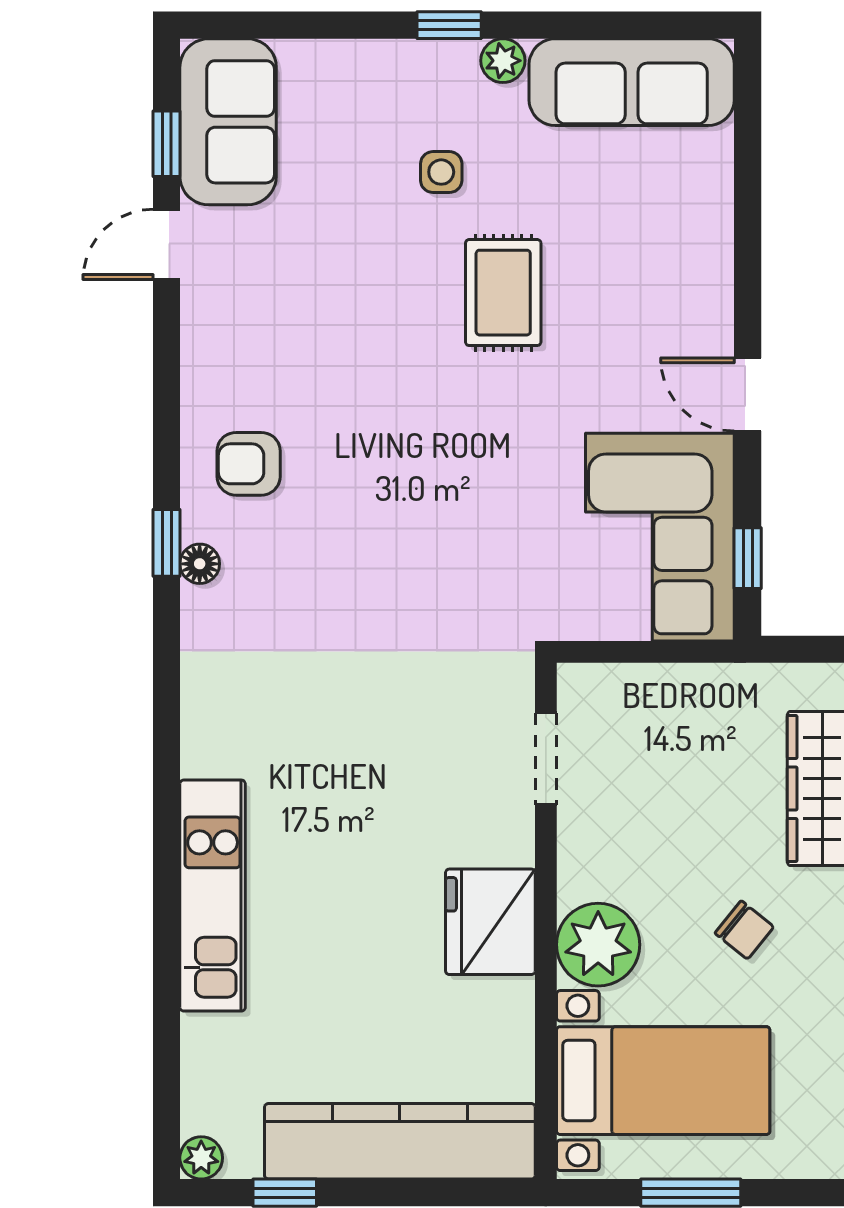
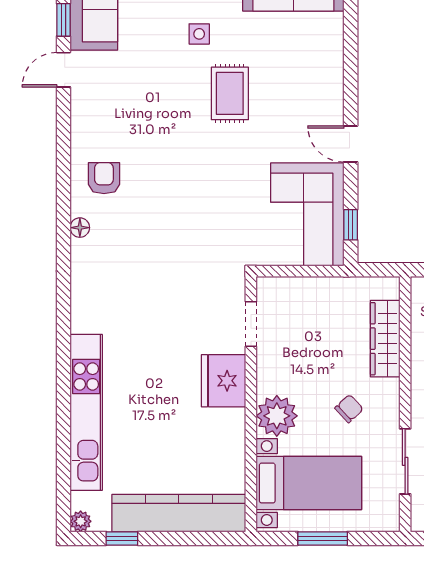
armchair: (249, 464) -> (104, 178), turned 90
window: (167, 543) -> (63, 217), removed
kitchen unit: (213, 896) -> (86, 412), width x1.36
fridge: (490, 922) -> (223, 381), moved
chair: (744, 930) -> (349, 409), turned -82

